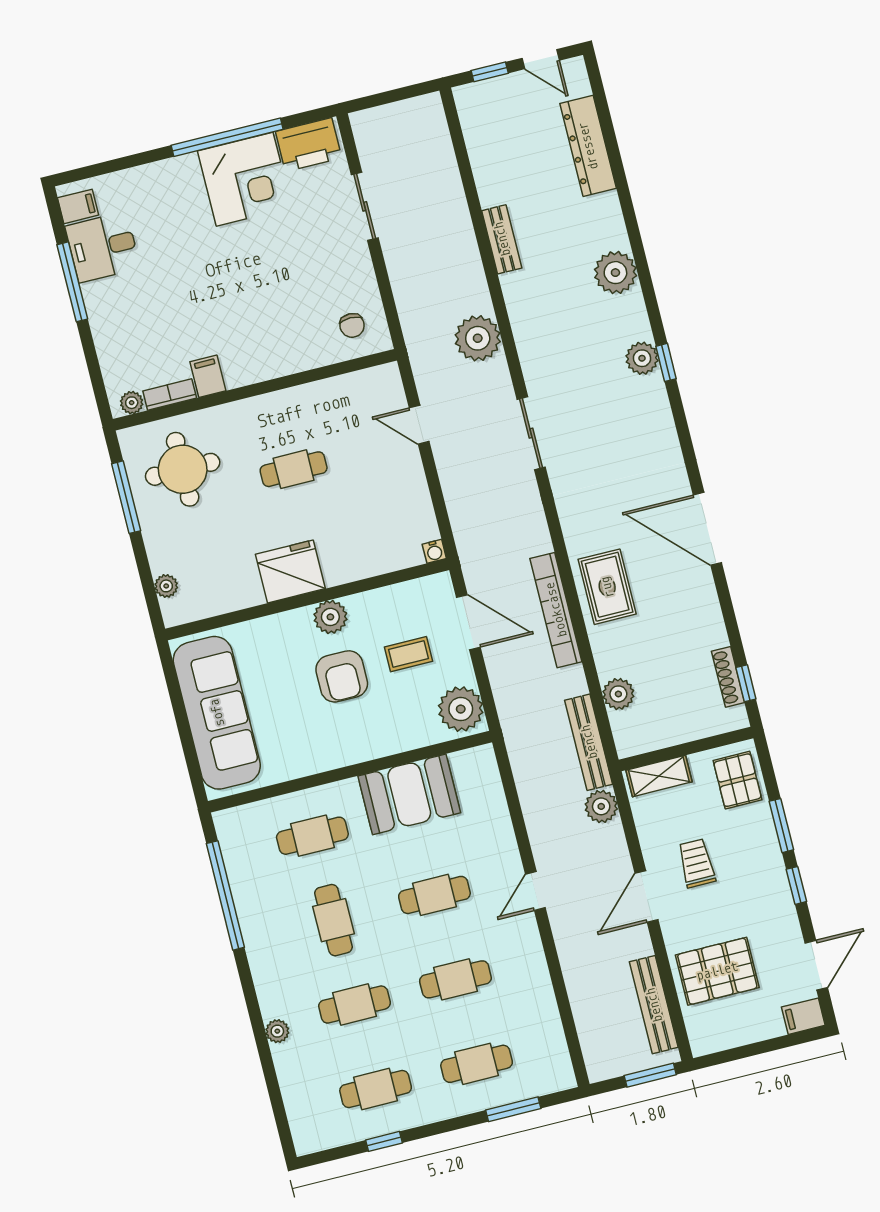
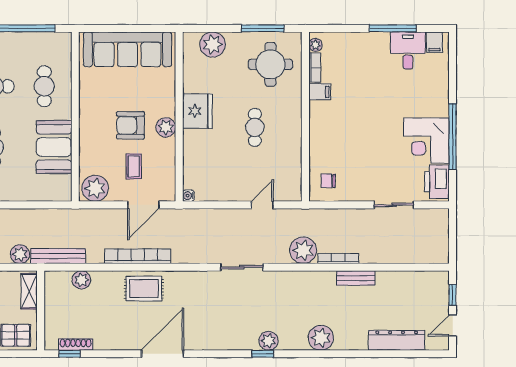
bookcase: (477, 276) -> (338, 259), added
plant: (166, 586) -> (213, 45), width x1.88, depth x1.88

